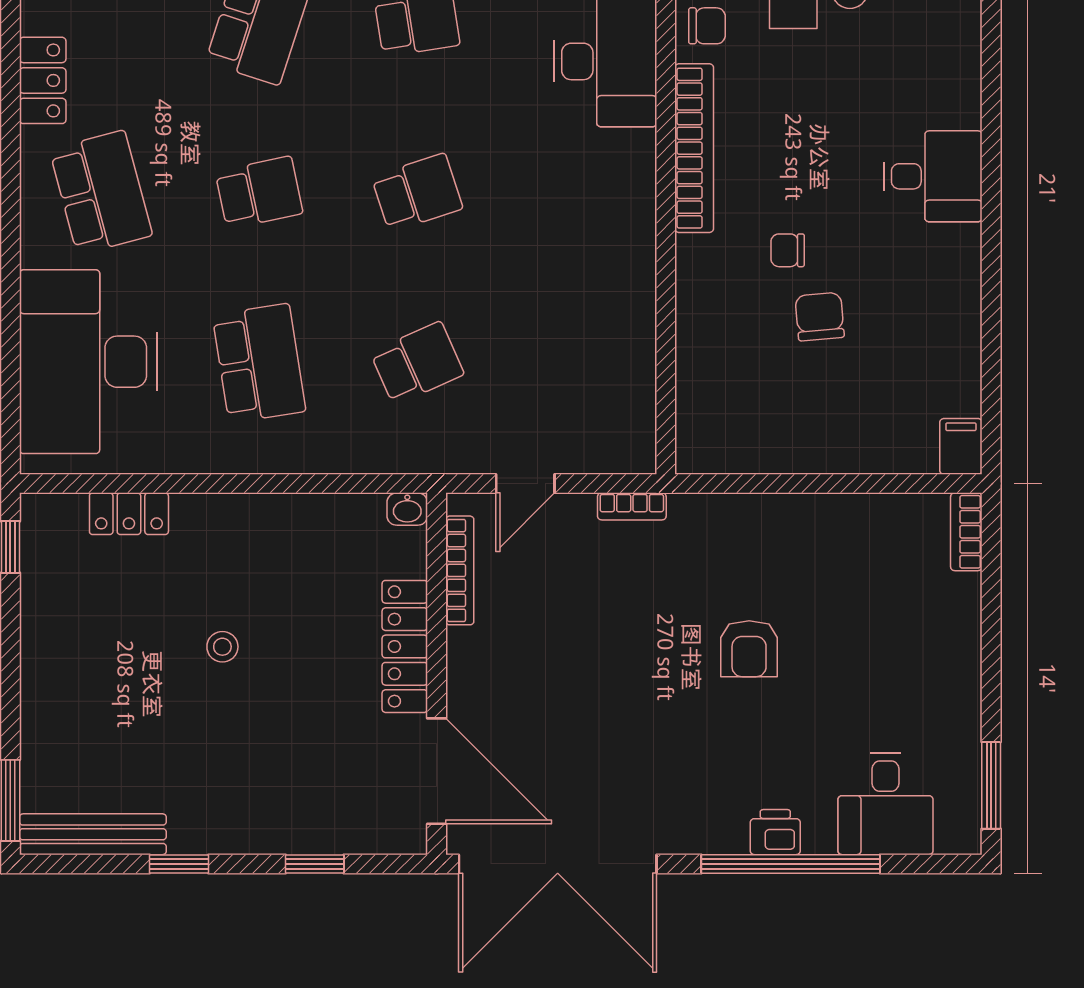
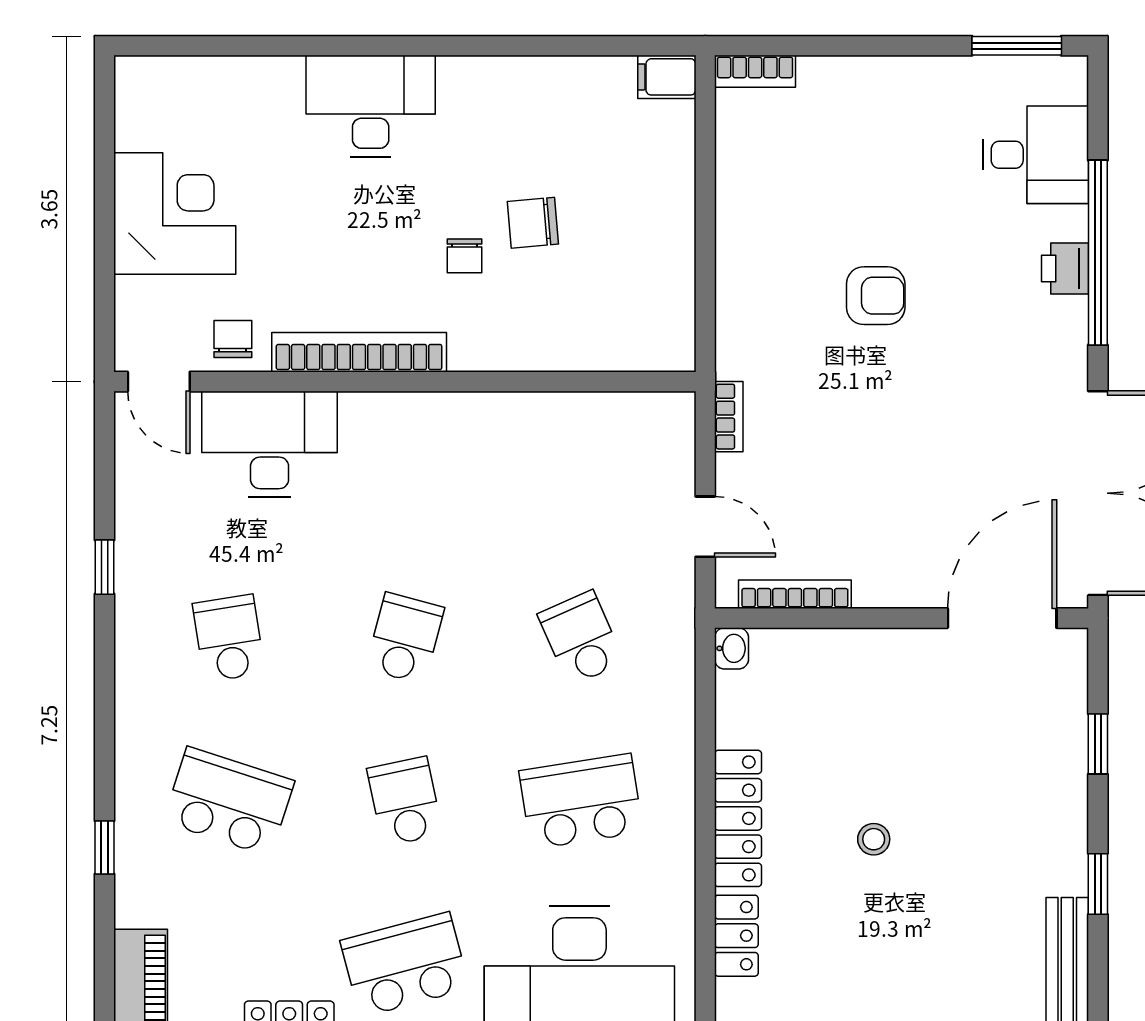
desk: (933, 176) -> (371, 106), width x1.37
school desk: (417, 193) -> (405, 638), turned 33
locker: (405, 646) -> (738, 818), moved, turned -90

